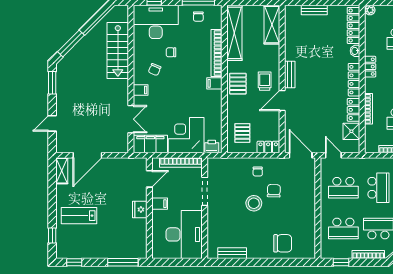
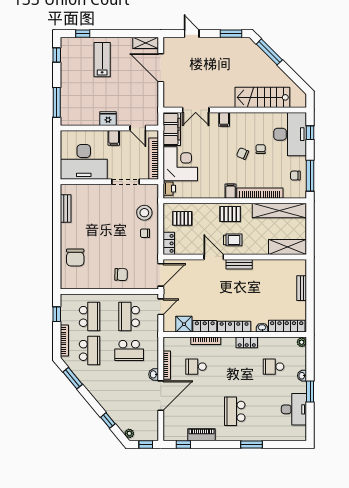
chair: (155, 70) -> (243, 154), moved
chair: (274, 191) -> (121, 275), moved
stool: (254, 203) -> (144, 213), moved
school desk: (343, 228) -> (90, 316), turned 180

